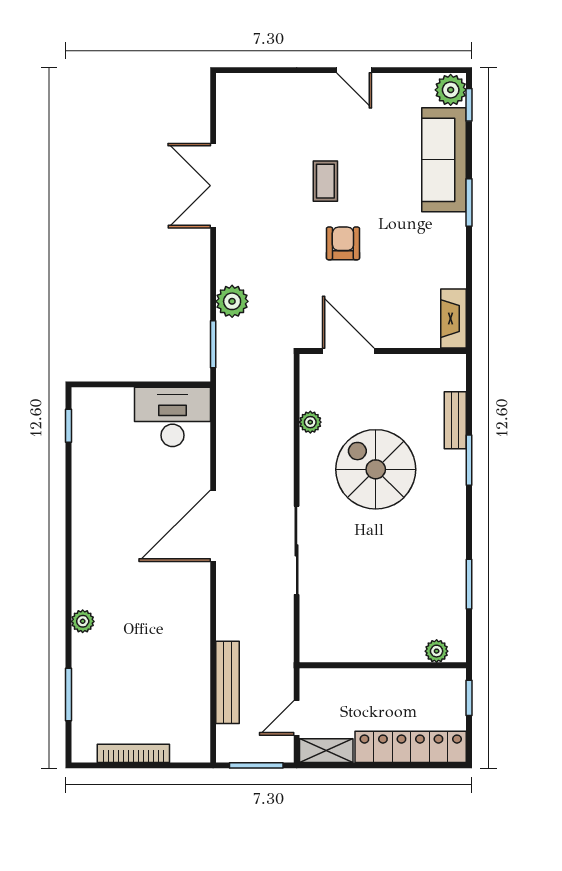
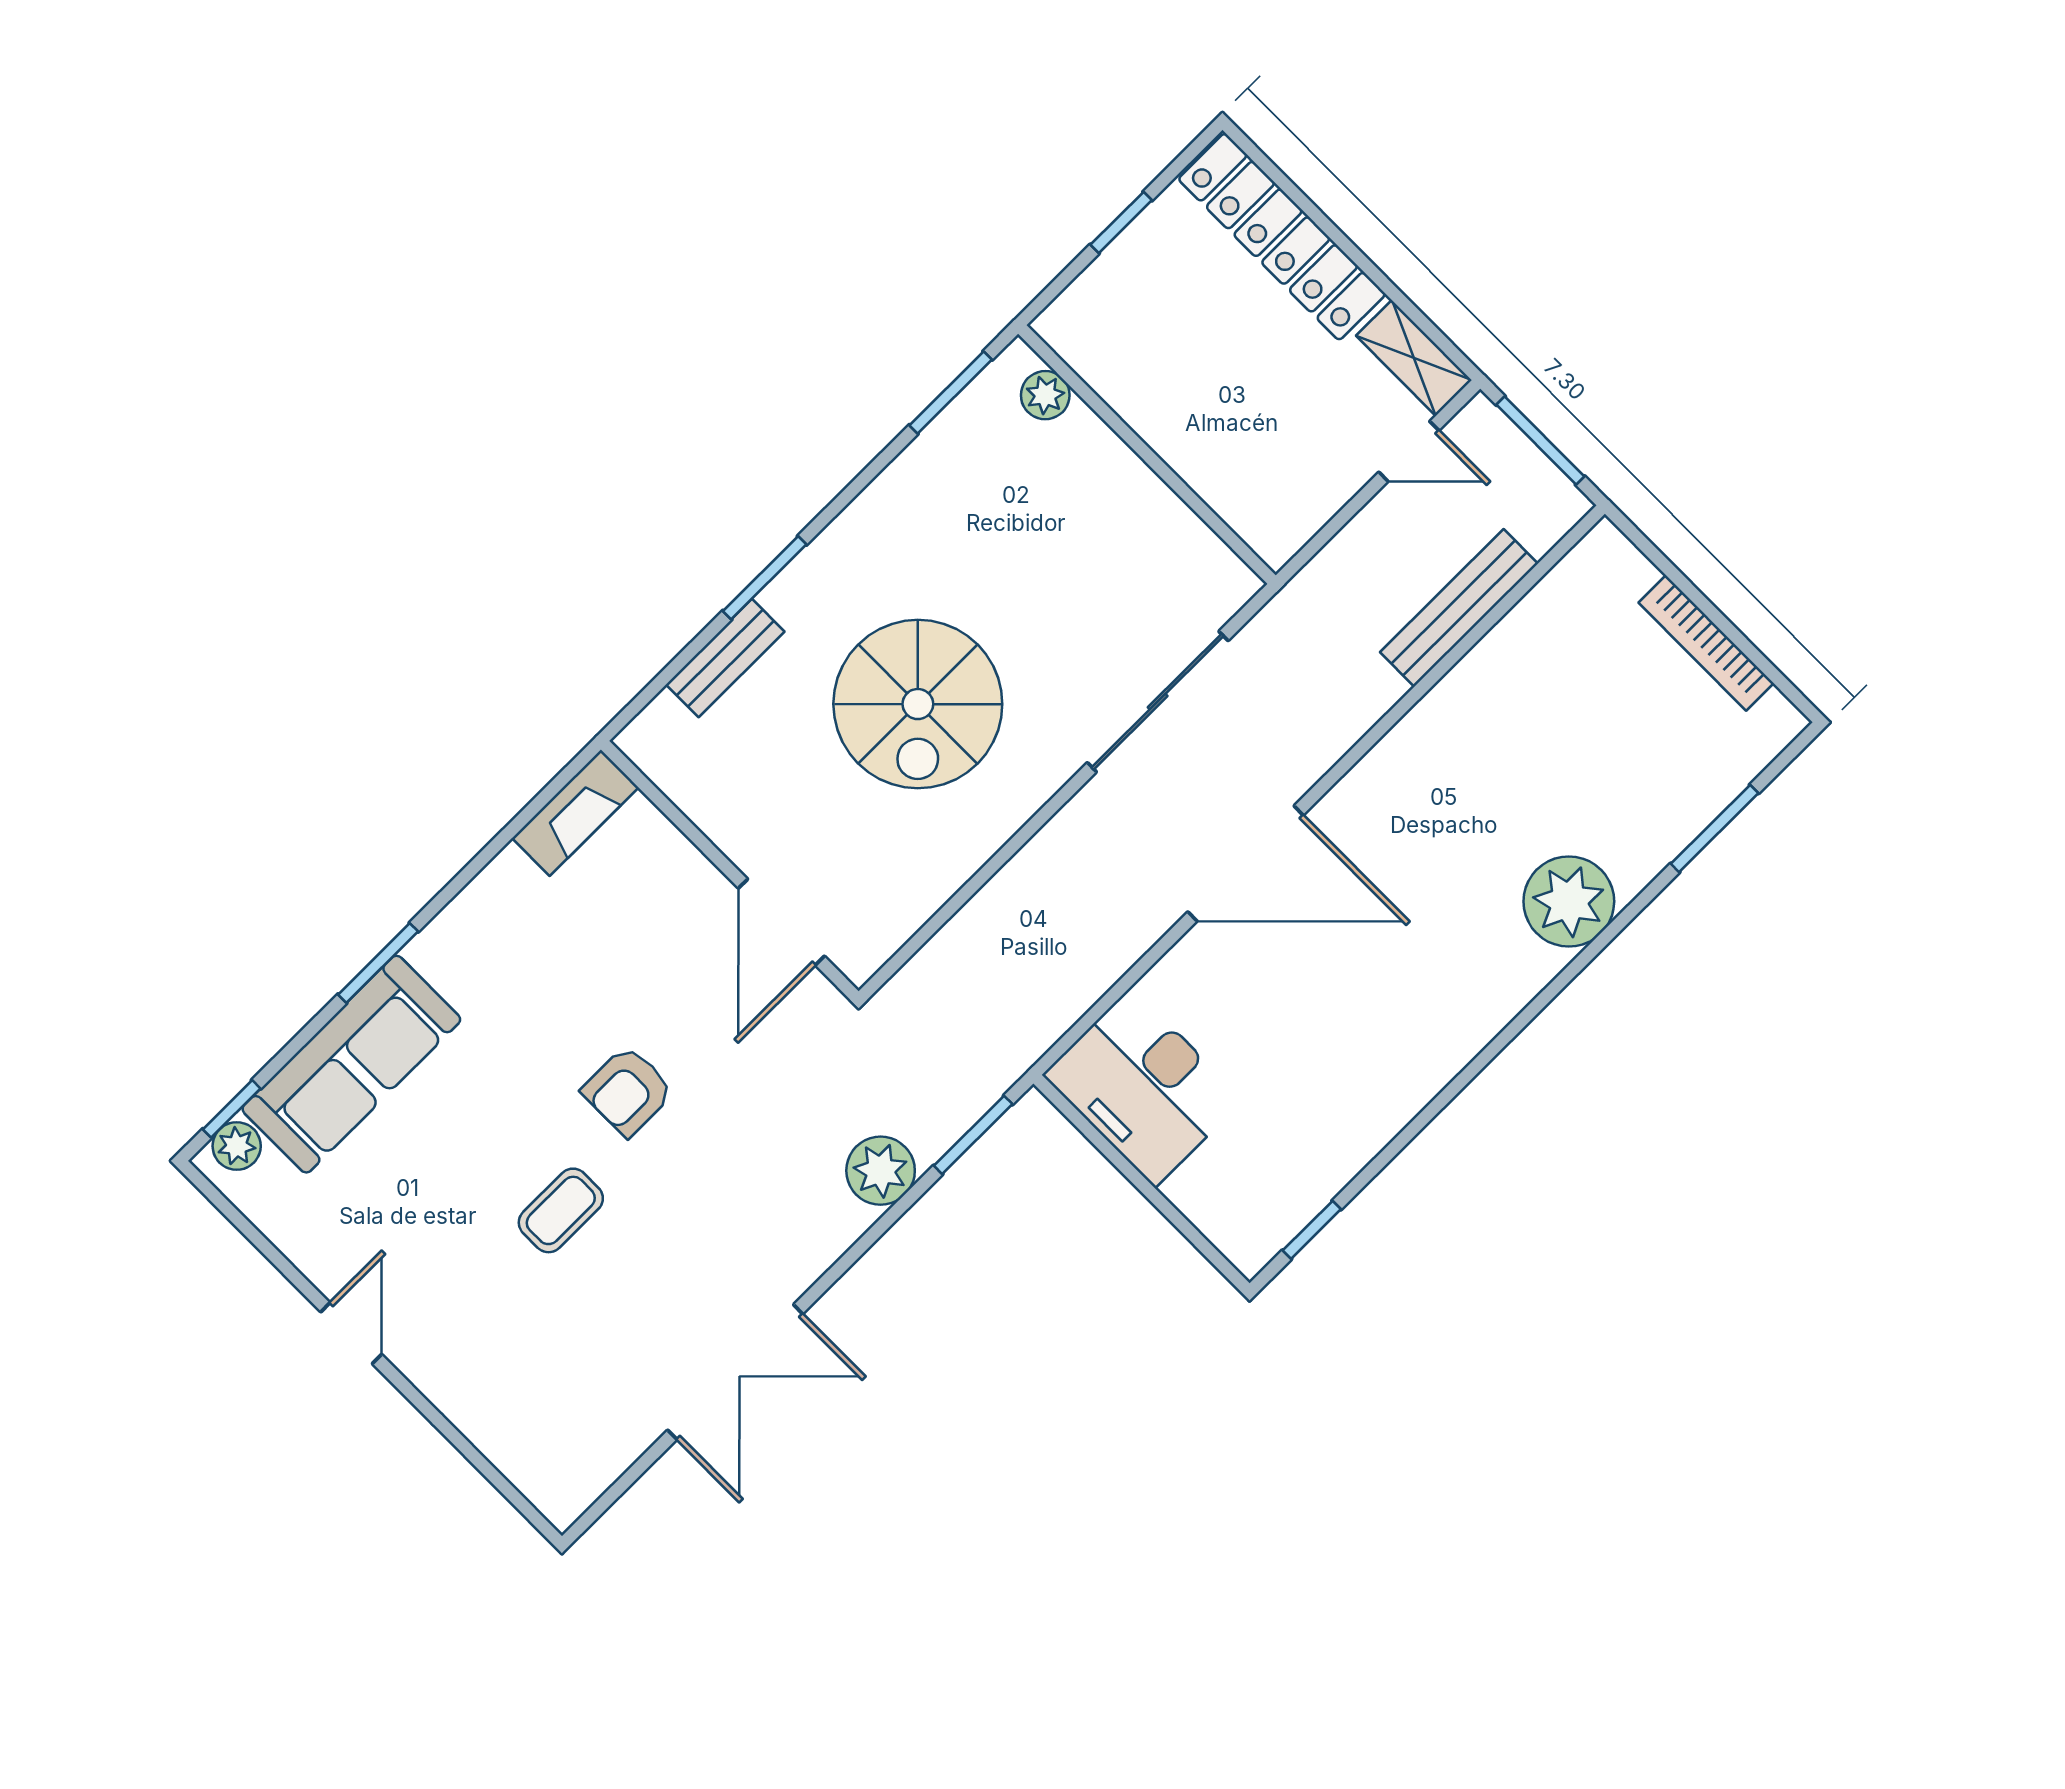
plant: (451, 90) -> (237, 1146), width x0.73, depth x0.73
plant: (310, 422) -> (945, 873), removed
plant: (83, 621) -> (1569, 902), width x1.87, depth x1.87
plant: (437, 651) -> (1045, 395), moved
wall: (383, 665) -> (1147, 455), moved

